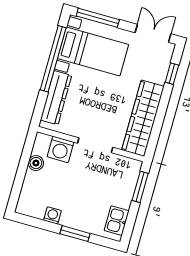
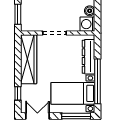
double door: (153, 33) -> (37, 116), swing flipped
washing machine: (60, 149) -> (87, 24), moved, turned -90

